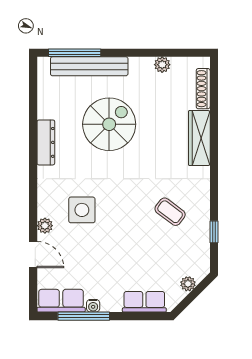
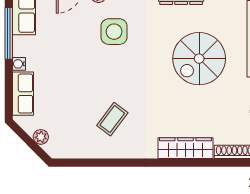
spiral stairs: (109, 124) -> (199, 59), turned 90
window: (214, 232) -> (92, 163), removed
water cooler: (93, 306) -> (19, 64), moved

